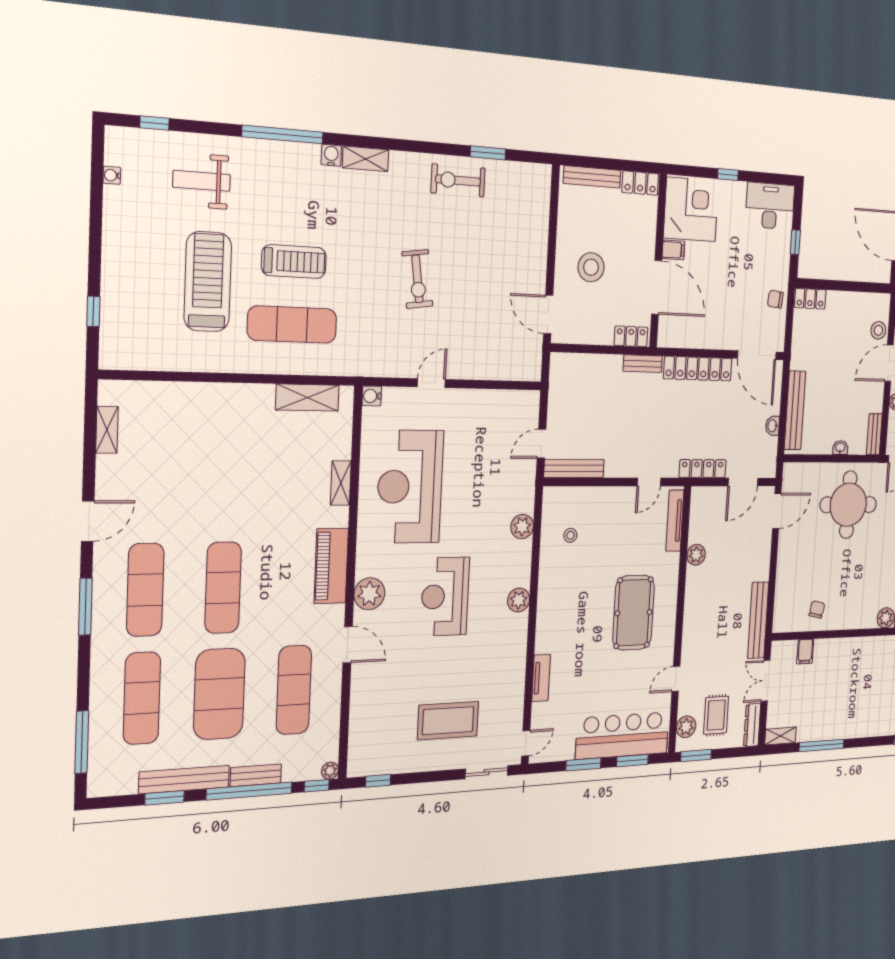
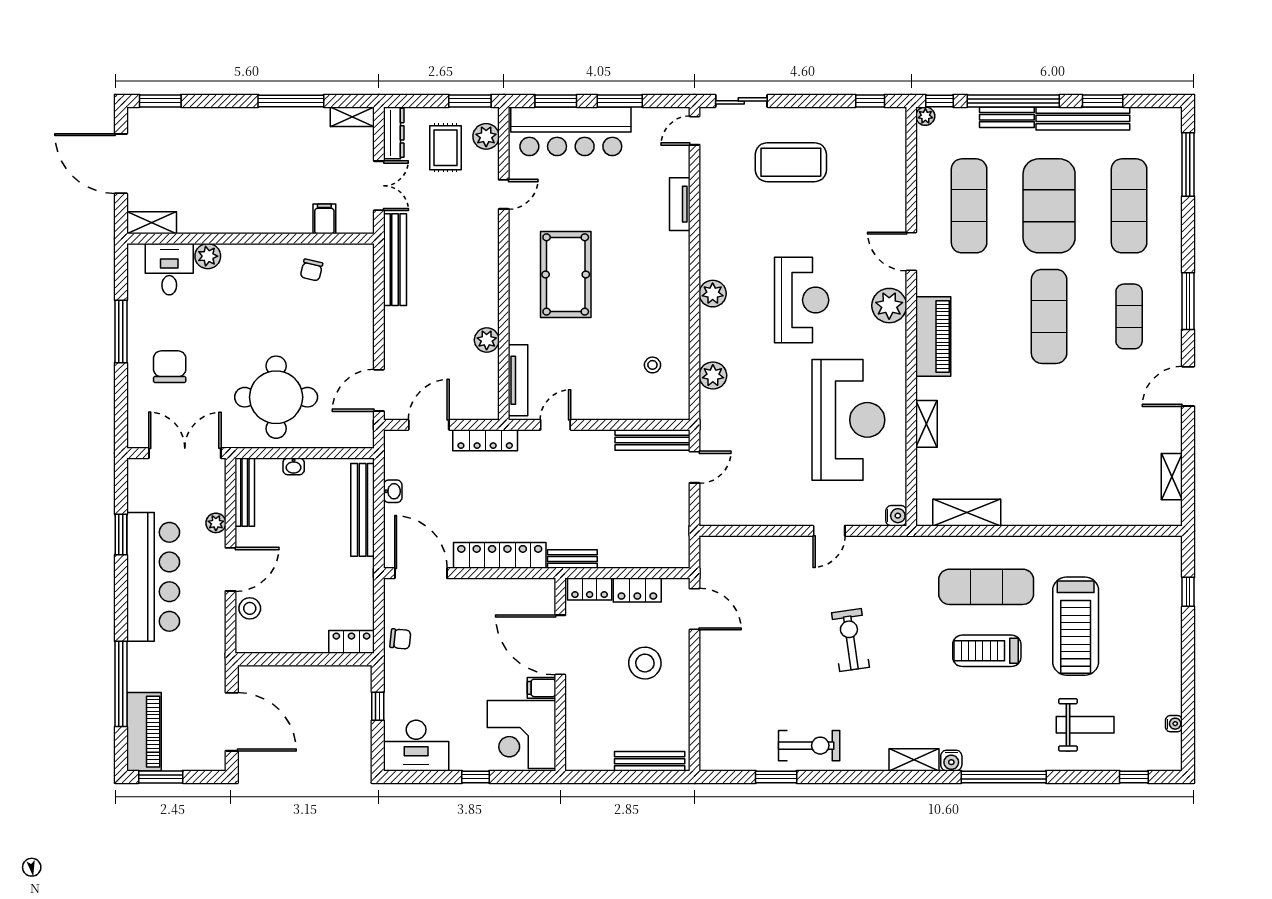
locker: (640, 183) -> (637, 590), moved, turned 180
bench: (874, 434) -> (245, 492), width x1.36
exercise mat: (145, 590) -> (1129, 316), width x0.73, depth x0.69

